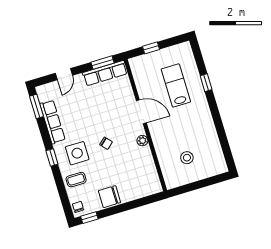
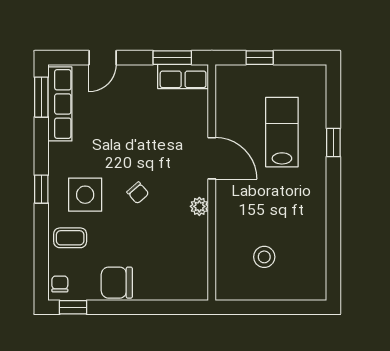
row of seats: (105, 73) -> (183, 76), width x0.68
row of seats: (53, 122) -> (60, 104), moved

